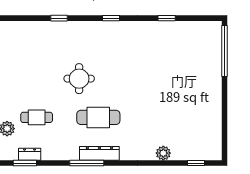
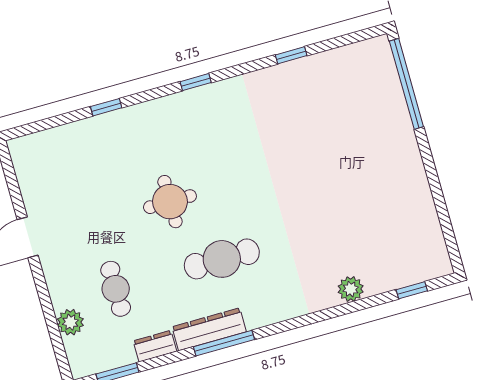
cafe table: (37, 117) -> (116, 289), turned 90
dresser: (99, 153) -> (209, 329), moved
dresser: (30, 154) -> (155, 346), moved

